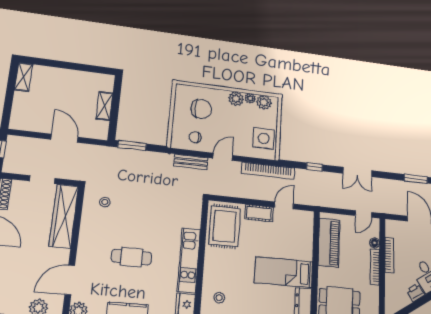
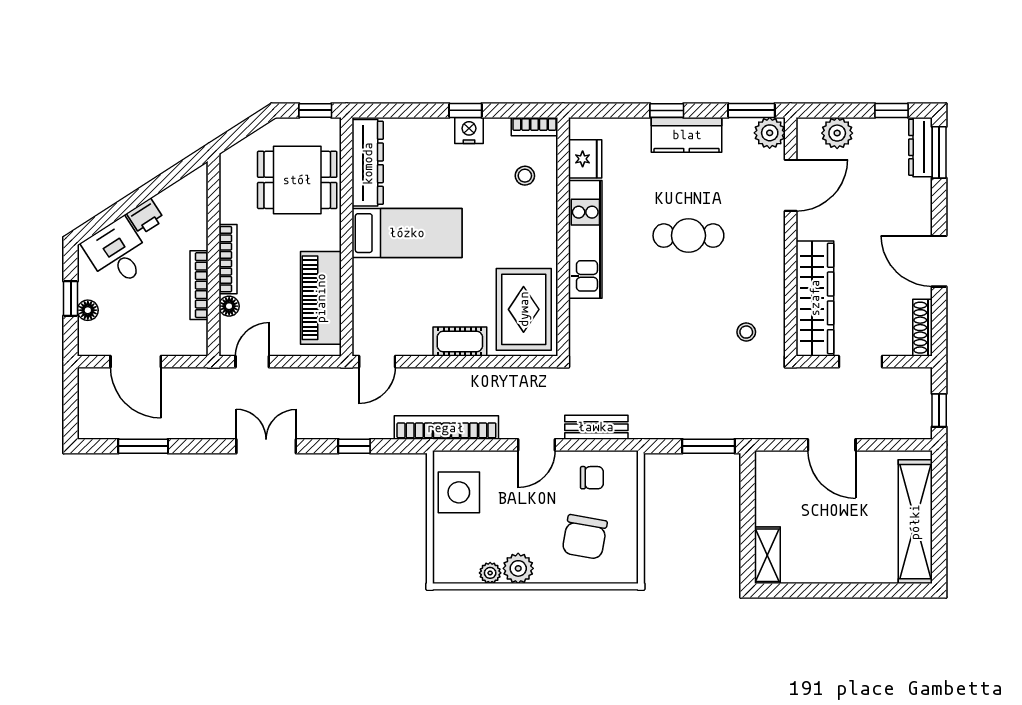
shelving: (24, 77) -> (915, 522), width x2.20, depth x1.33
plant: (264, 102) -> (462, 568), removed
shelving: (104, 106) -> (767, 555), moved
chair: (201, 109) -> (585, 537), turned -80
door: (284, 205) -> (377, 362), moved

